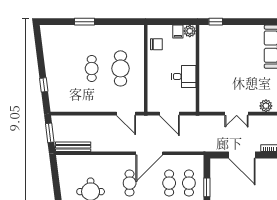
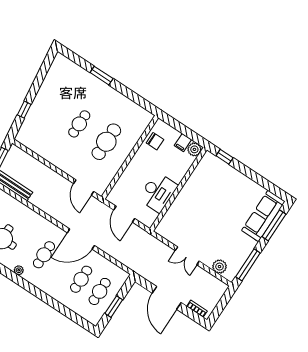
desk: (184, 77) -> (158, 192), width x1.37

